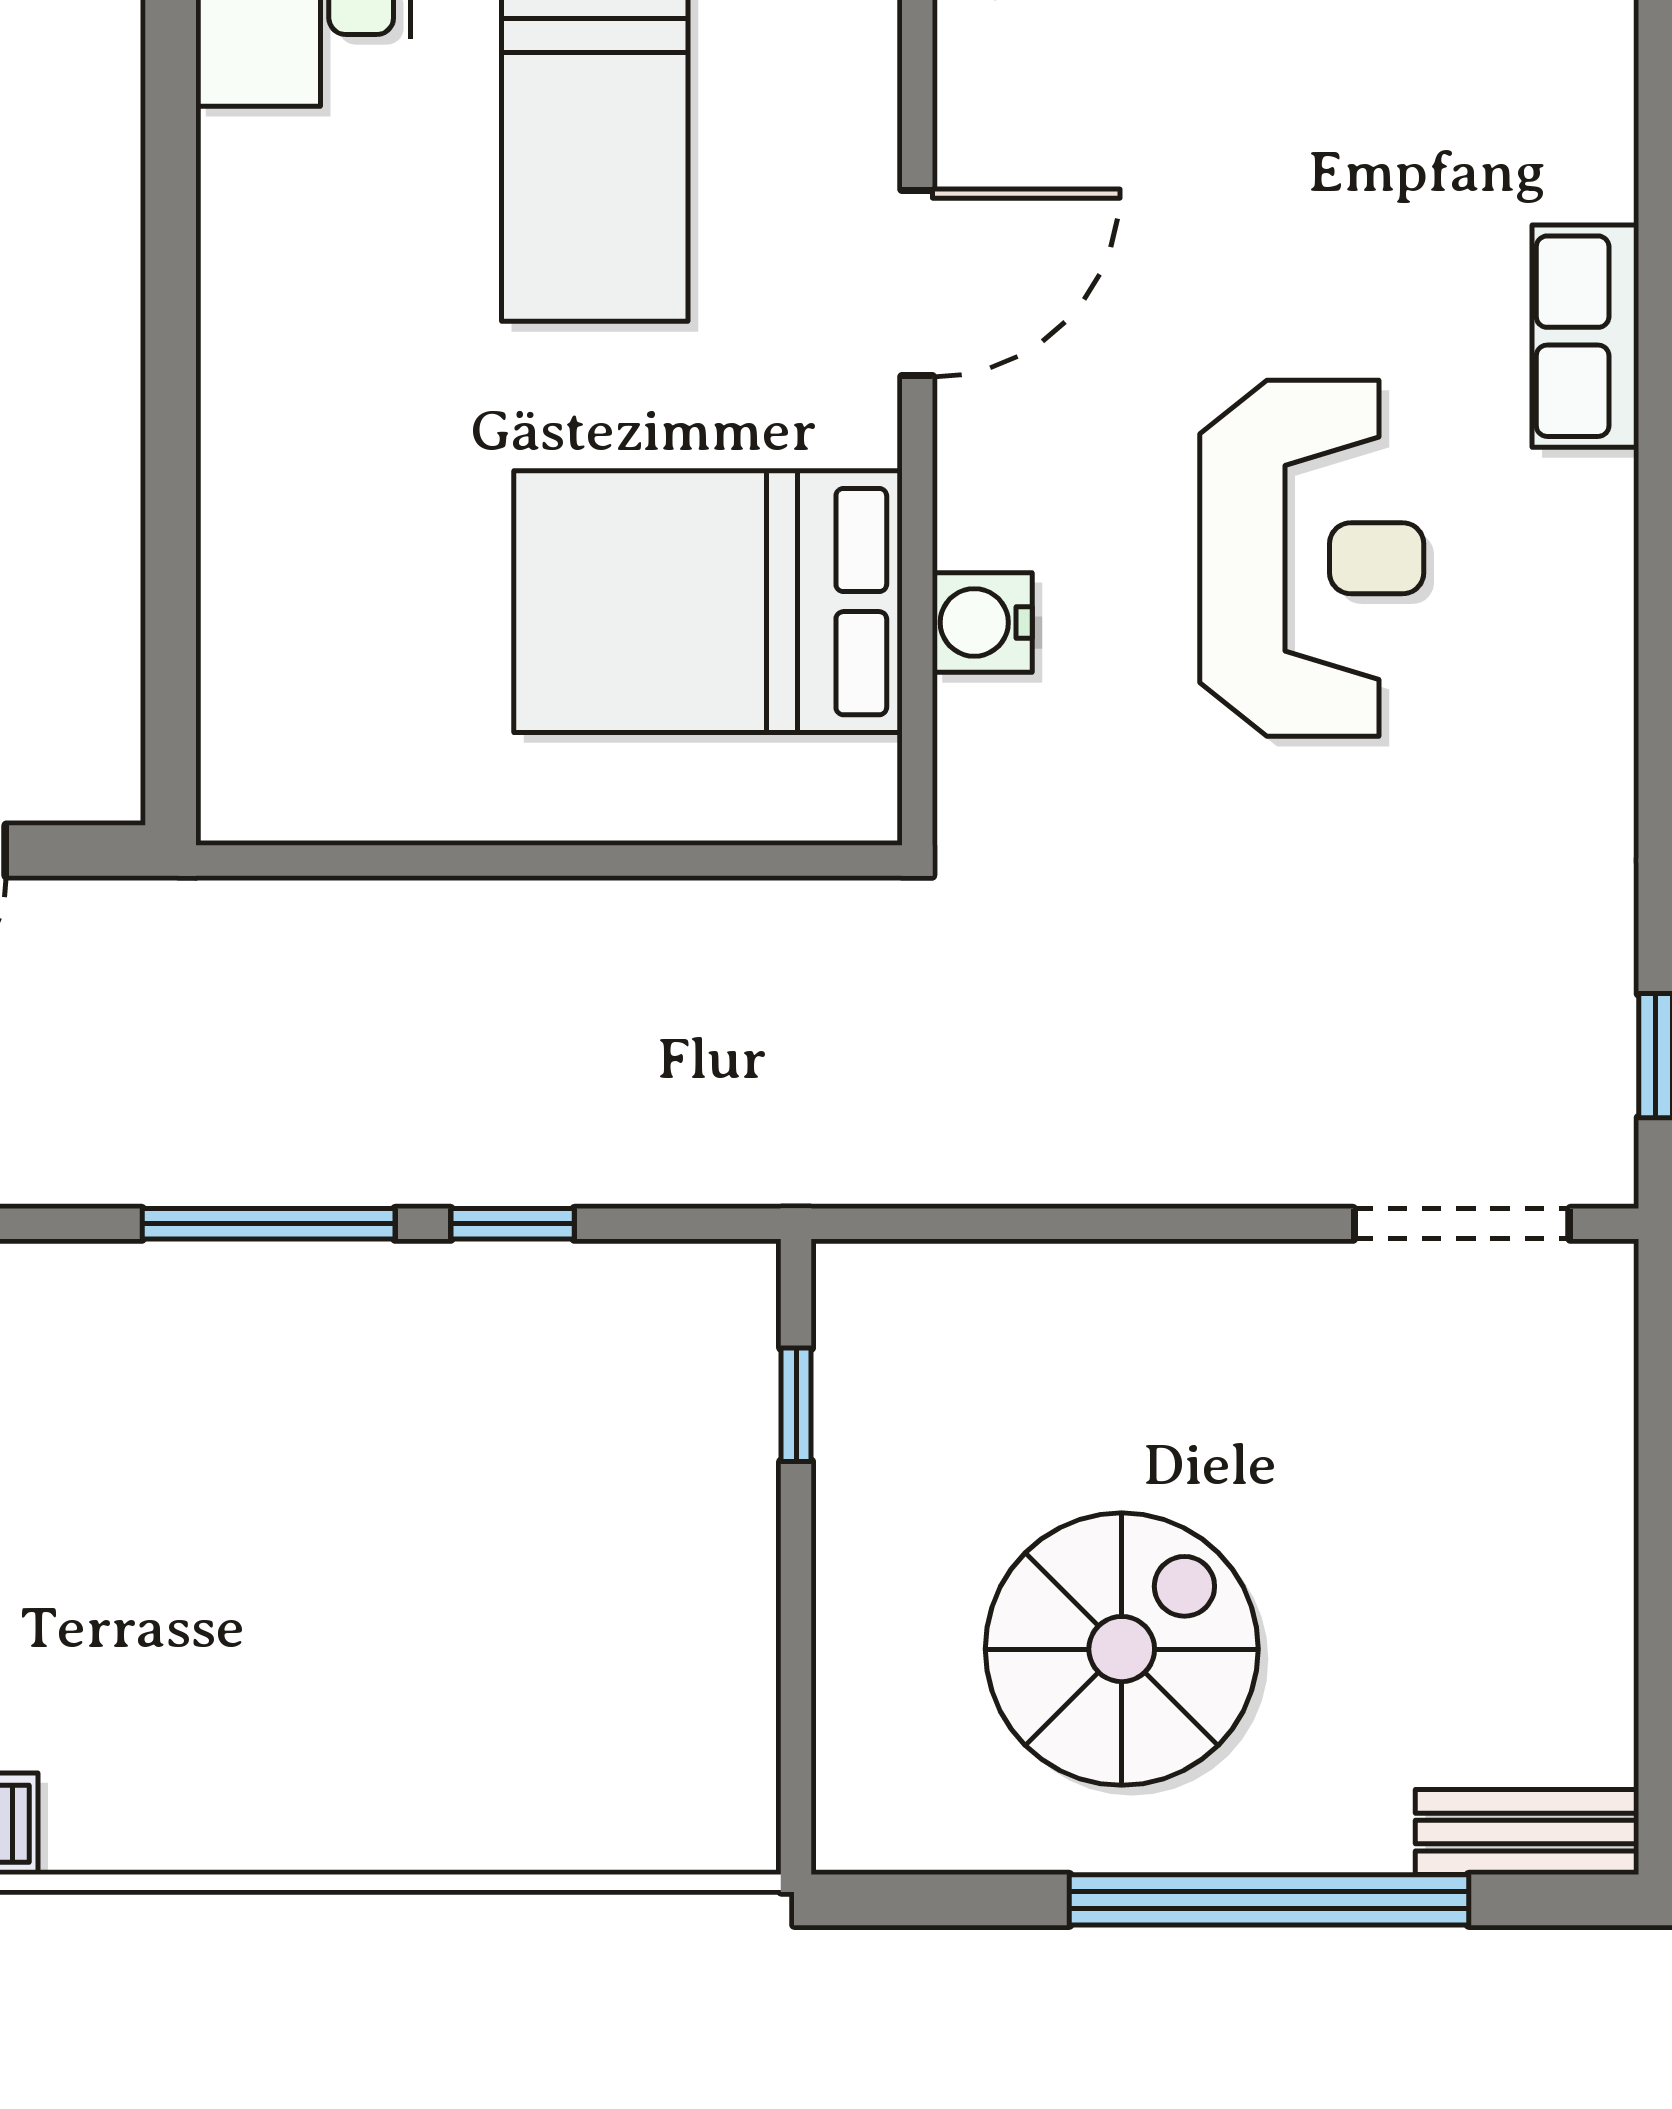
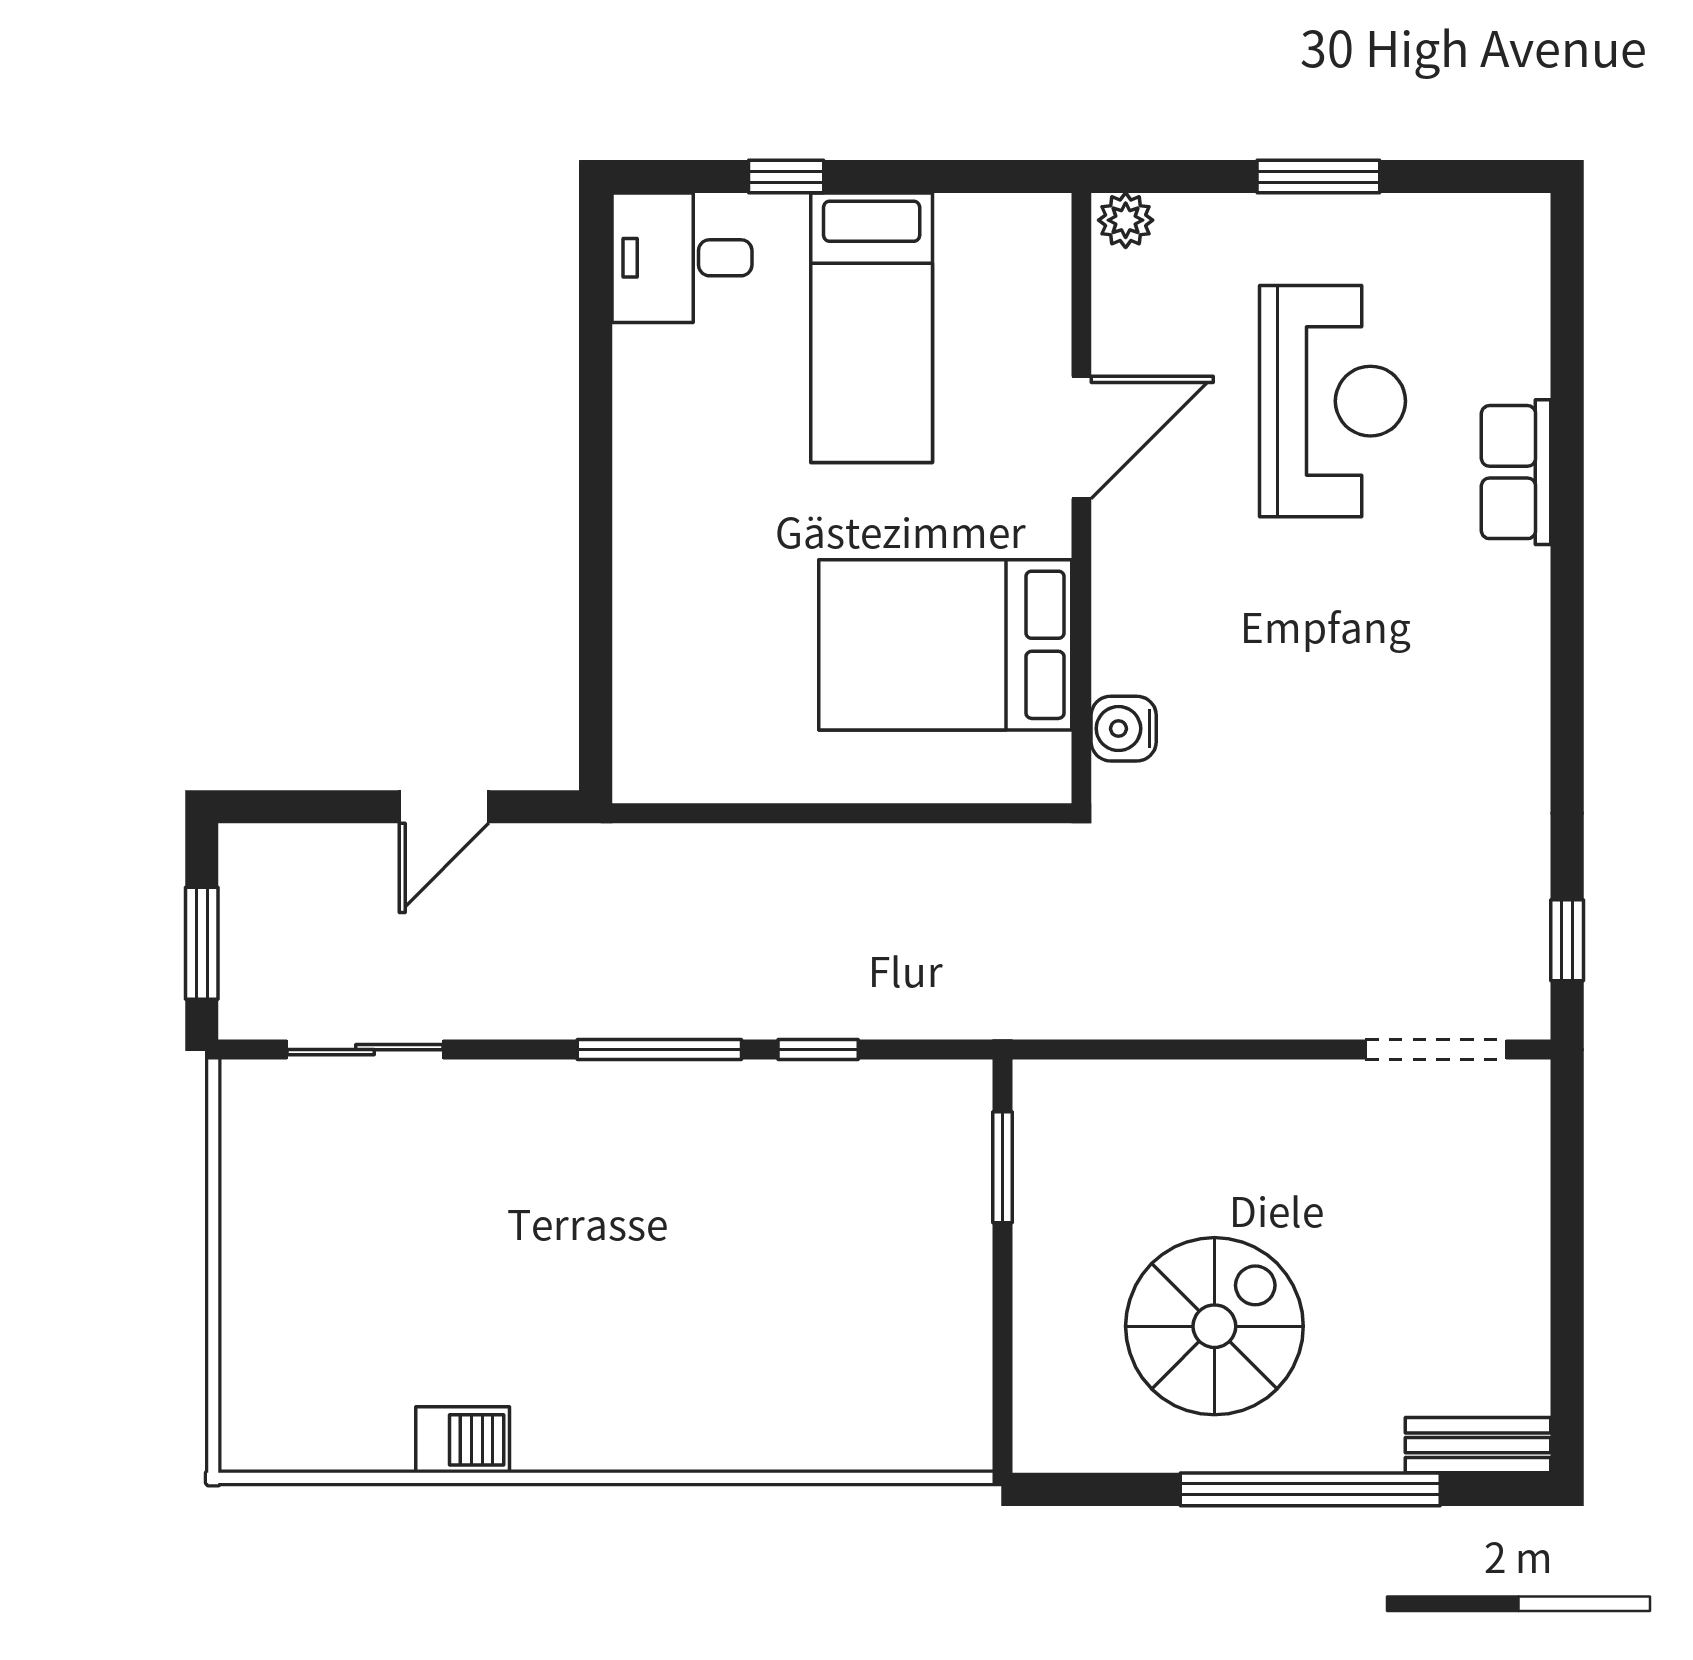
reception desk: (1312, 558) -> (1333, 401), moved
water cooler: (982, 622) -> (1124, 729), moved
window: (796, 1405) -> (1003, 1167), width x1.50

